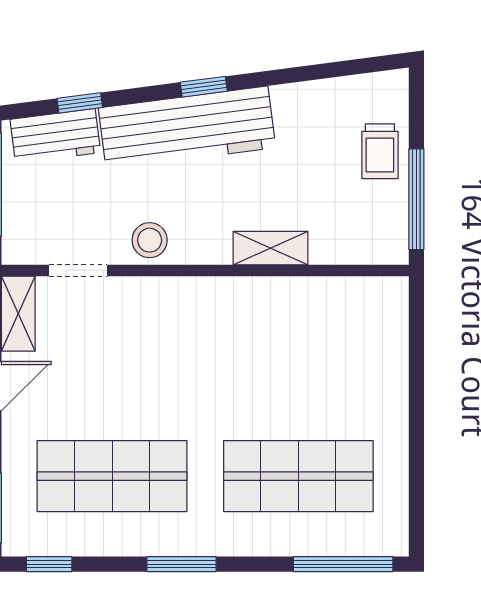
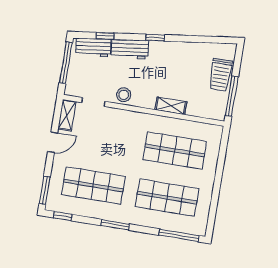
workbench: (187, 128) -> (130, 49), width x0.53, depth x0.76
trolley: (380, 151) -> (220, 75), width x1.36, depth x1.39
shop shelf: (298, 357) -> (175, 150), added

